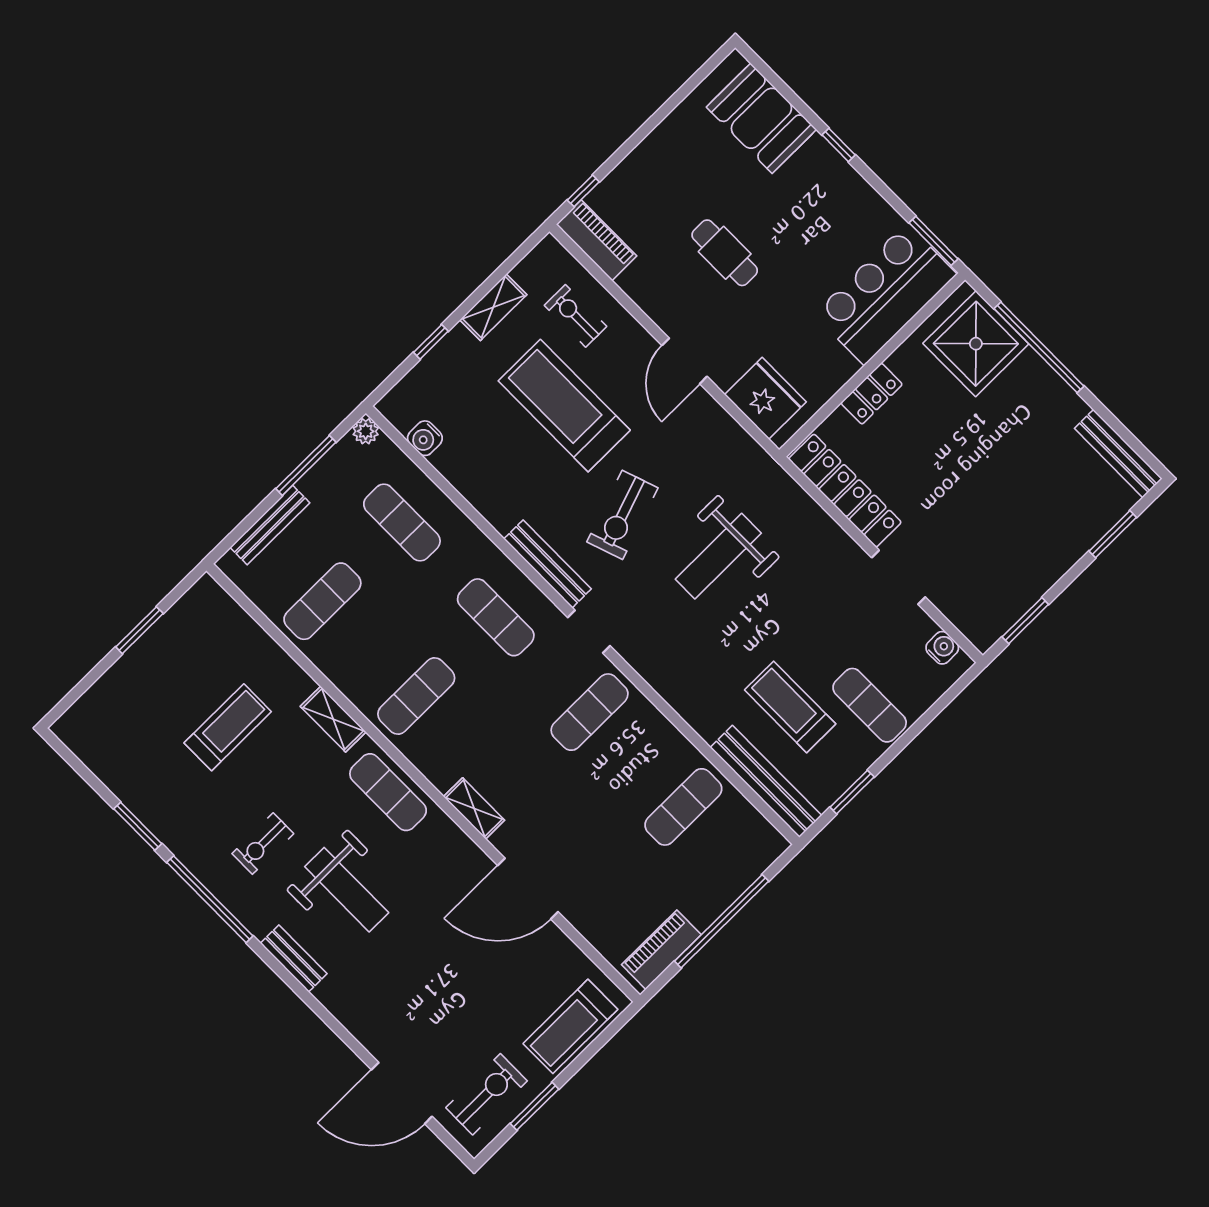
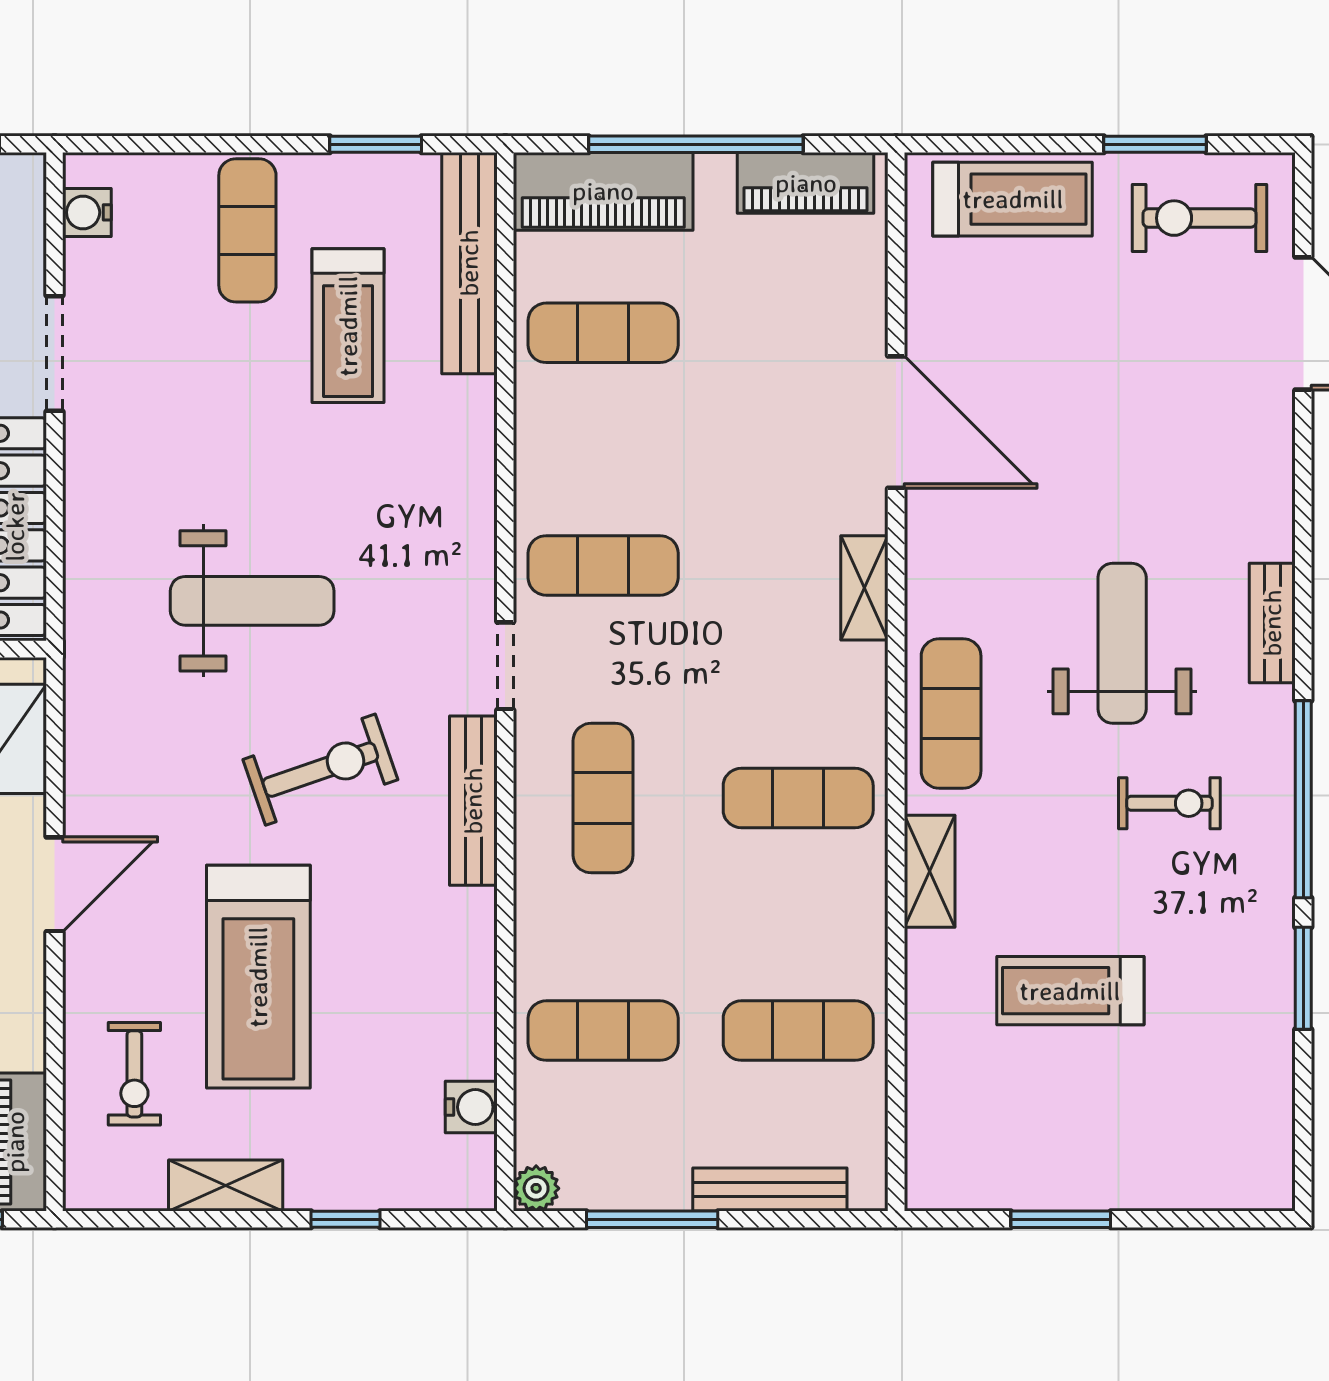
exercise mat: (402, 523) -> (603, 1031), turned 90
piano: (740, 865) -> (603, 191), added

